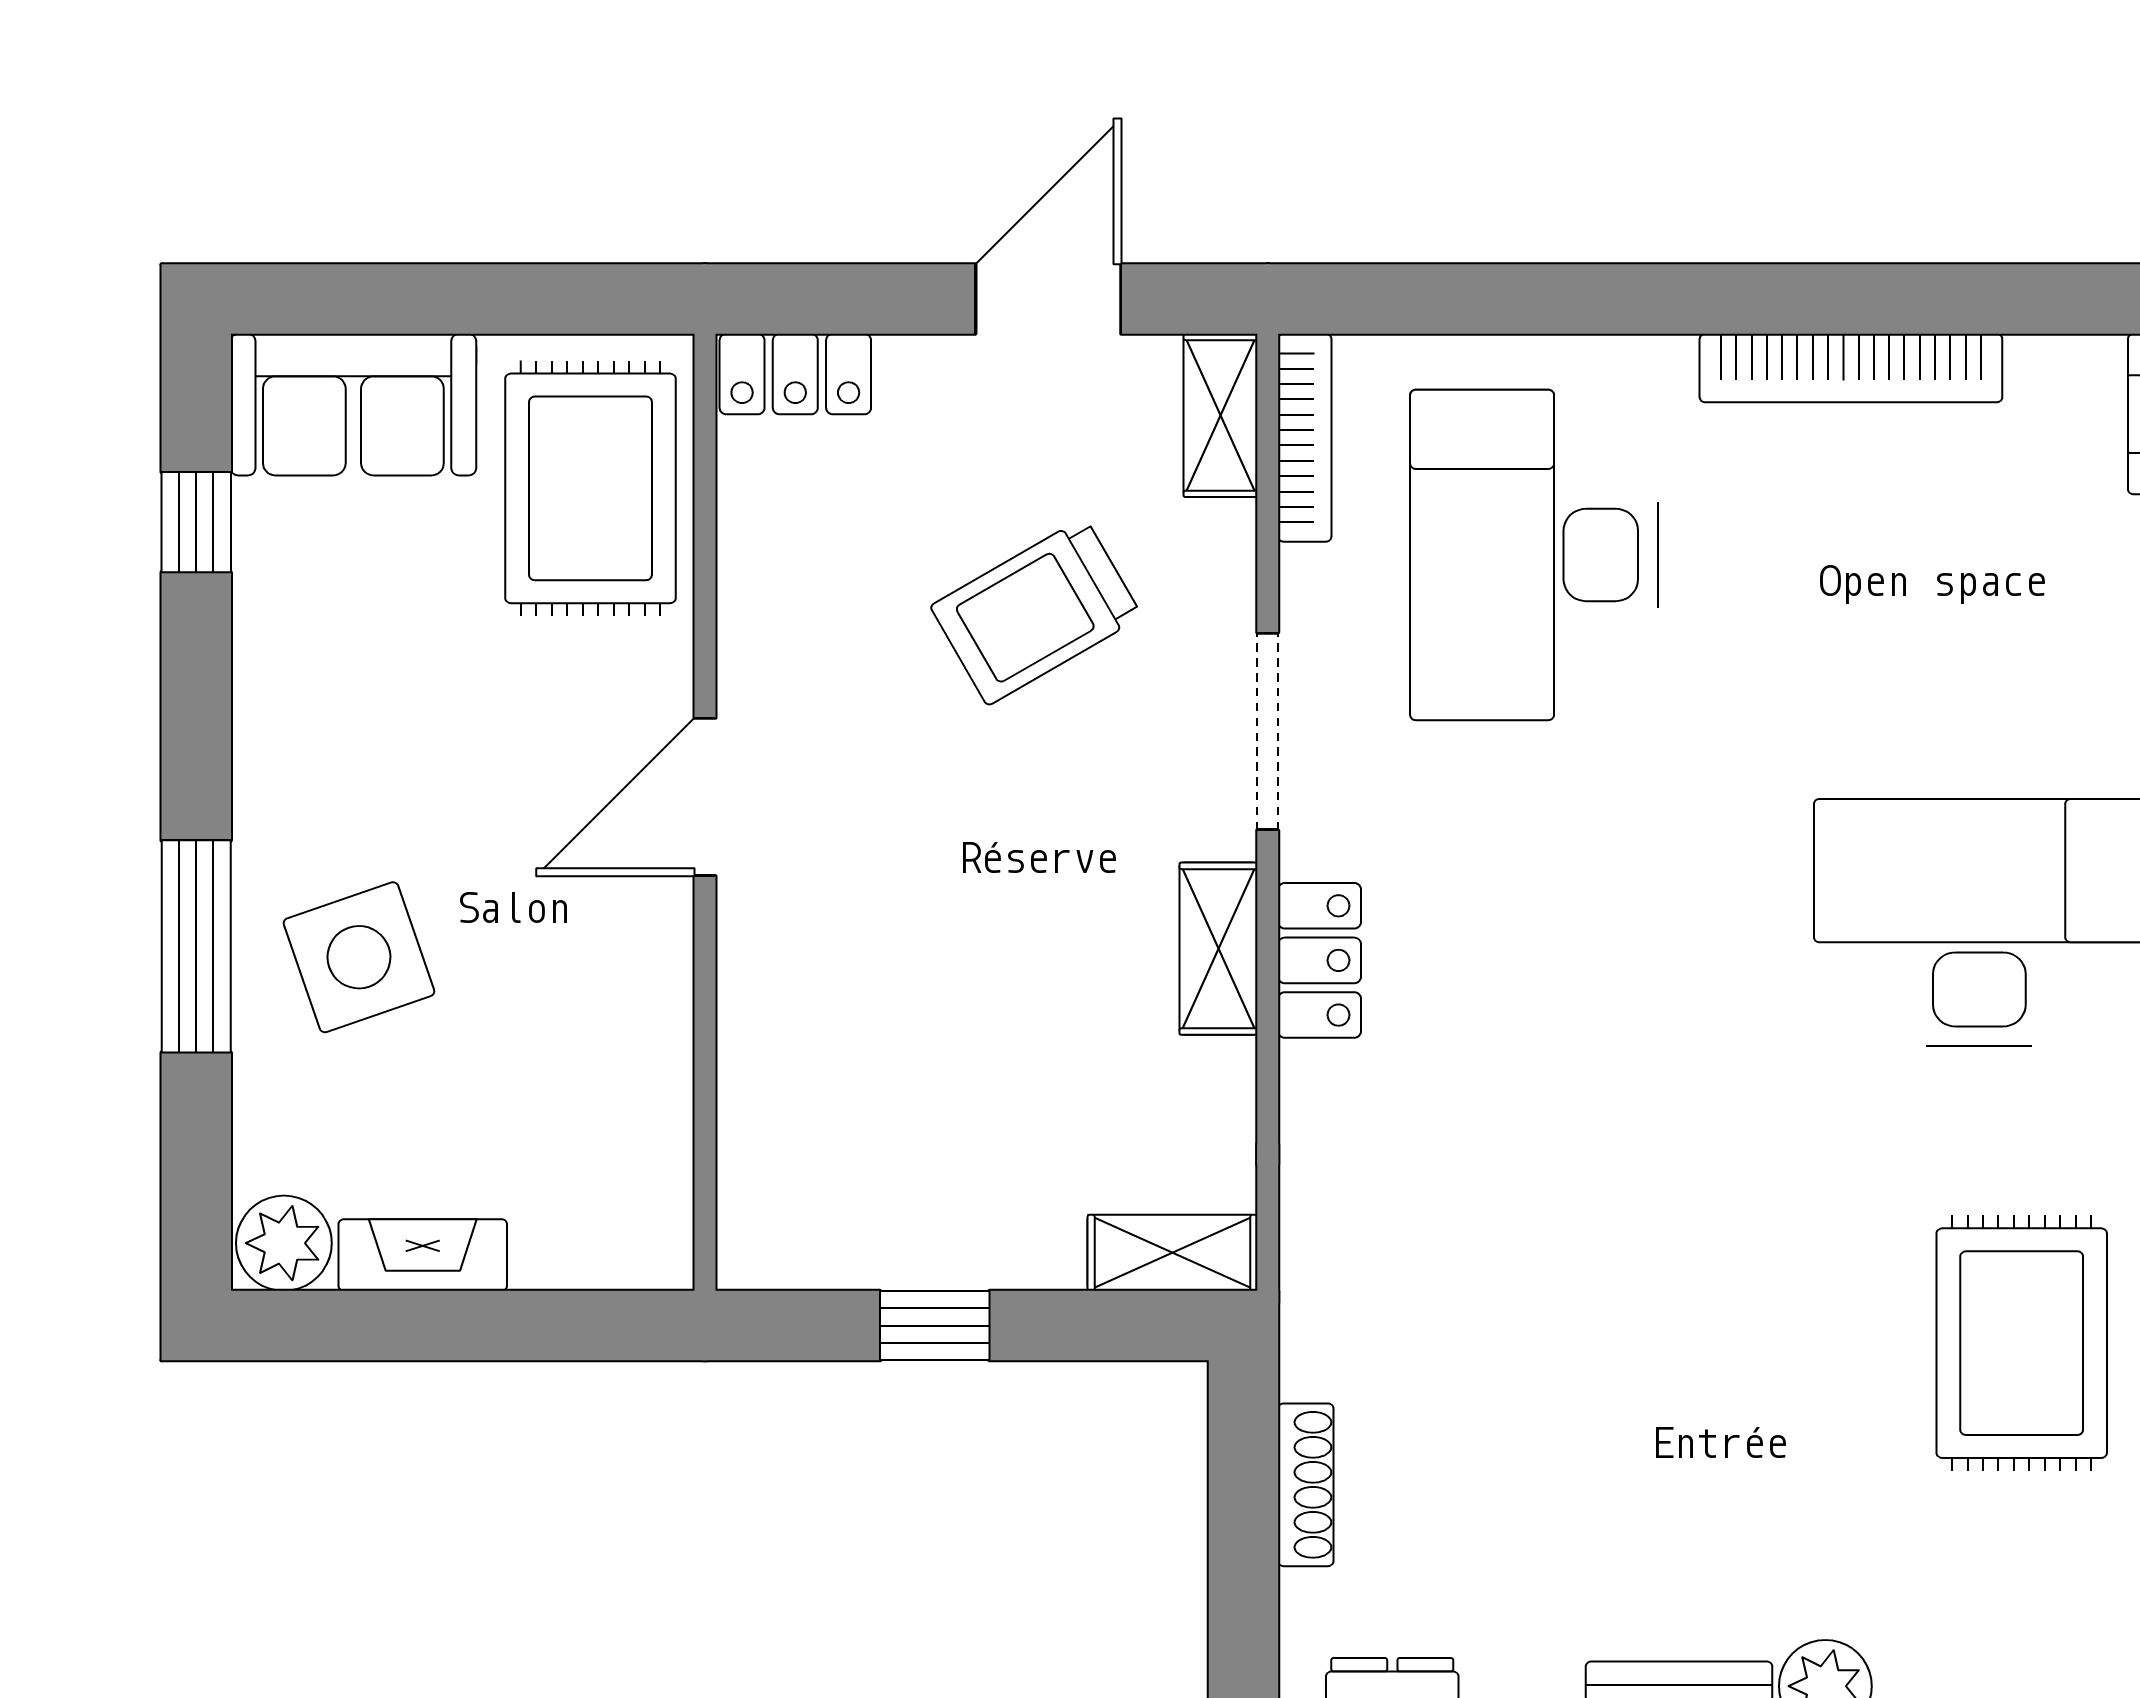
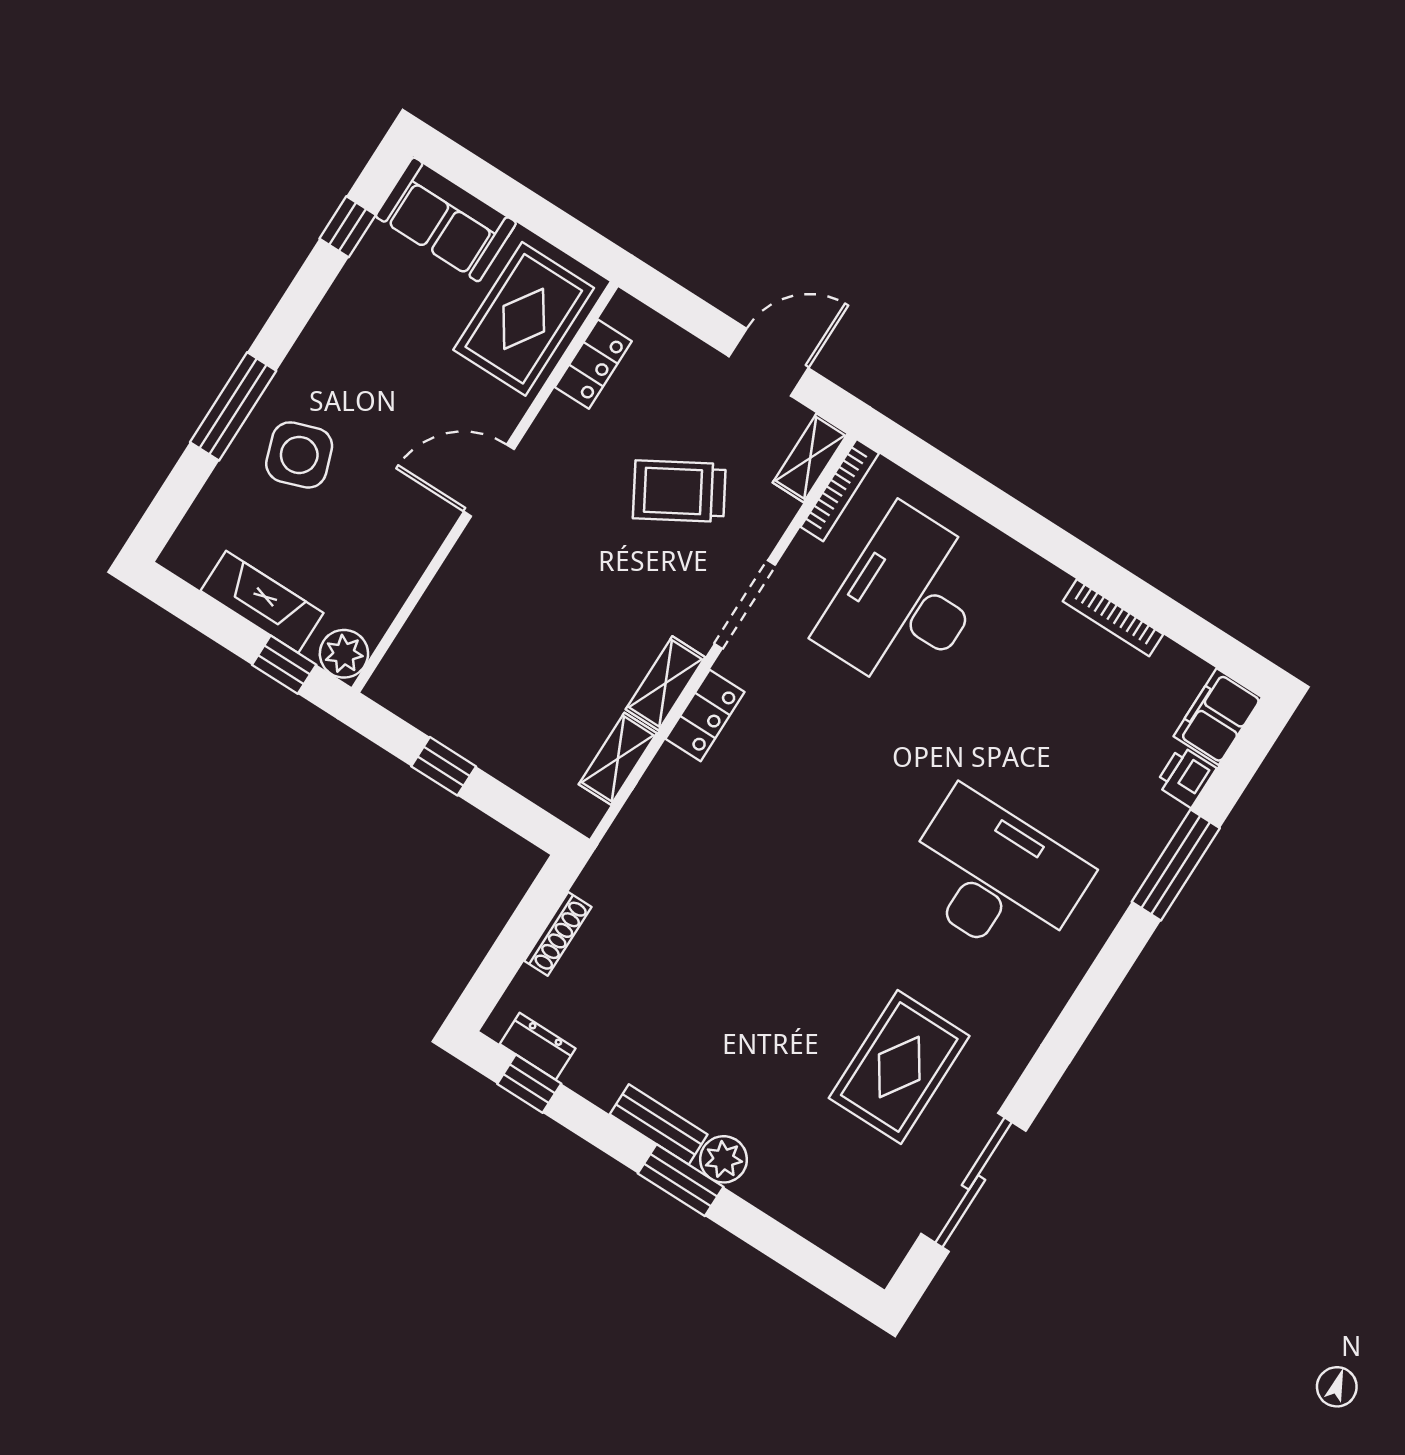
bookcase: (1851, 368) -> (1113, 618), width x0.68, depth x0.76
locker: (795, 374) -> (593, 364), moved, turned -90
plant: (284, 1243) -> (344, 654), moved
shelving: (1172, 1253) -> (618, 759), moved, turned 90
fireplace: (423, 1255) -> (262, 602), width x1.37, depth x1.32
window: (558, 1326) -> (284, 665), added

